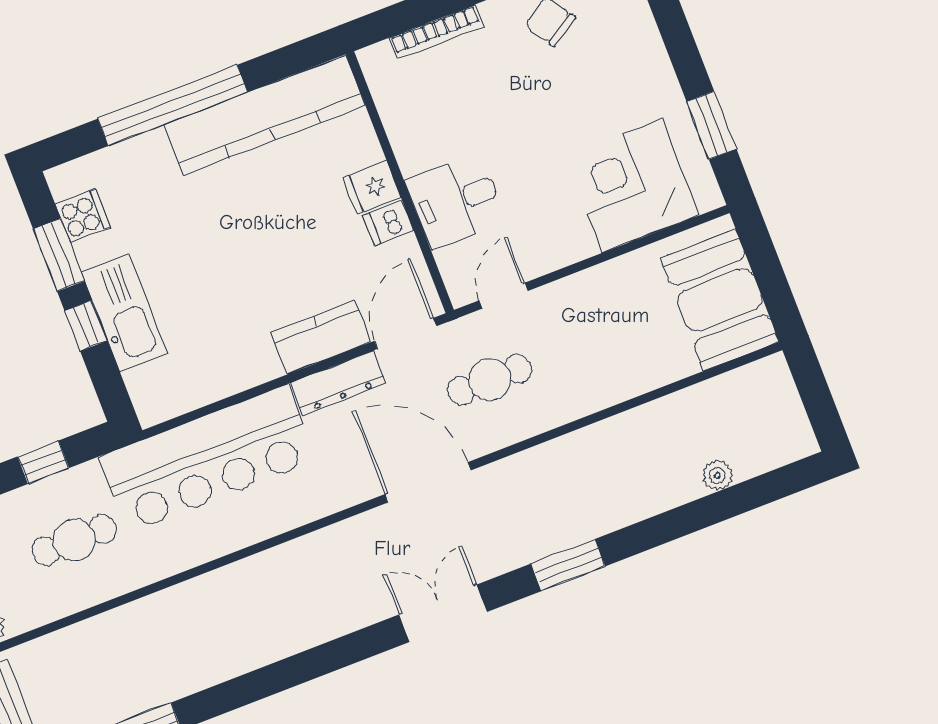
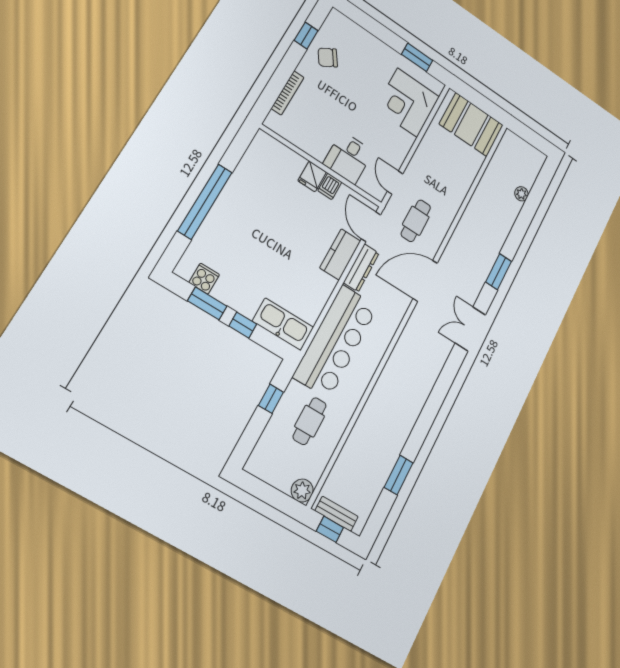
kitchen counter: (265, 115) -> (246, 177), removed
kitchen sink: (125, 313) -> (283, 324), moved

